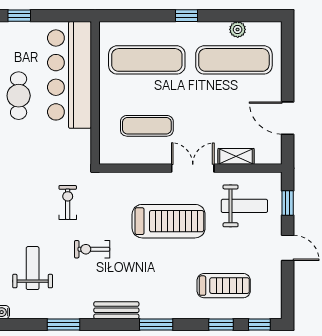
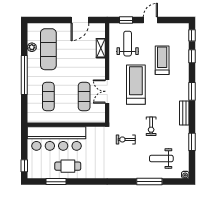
window: (187, 16) -> (24, 75), width x3.17
exercise mat: (147, 60) -> (48, 97), width x0.73, depth x0.69
double door: (193, 168) -> (107, 91), moved
treadmill: (224, 286) -> (162, 60), moved

